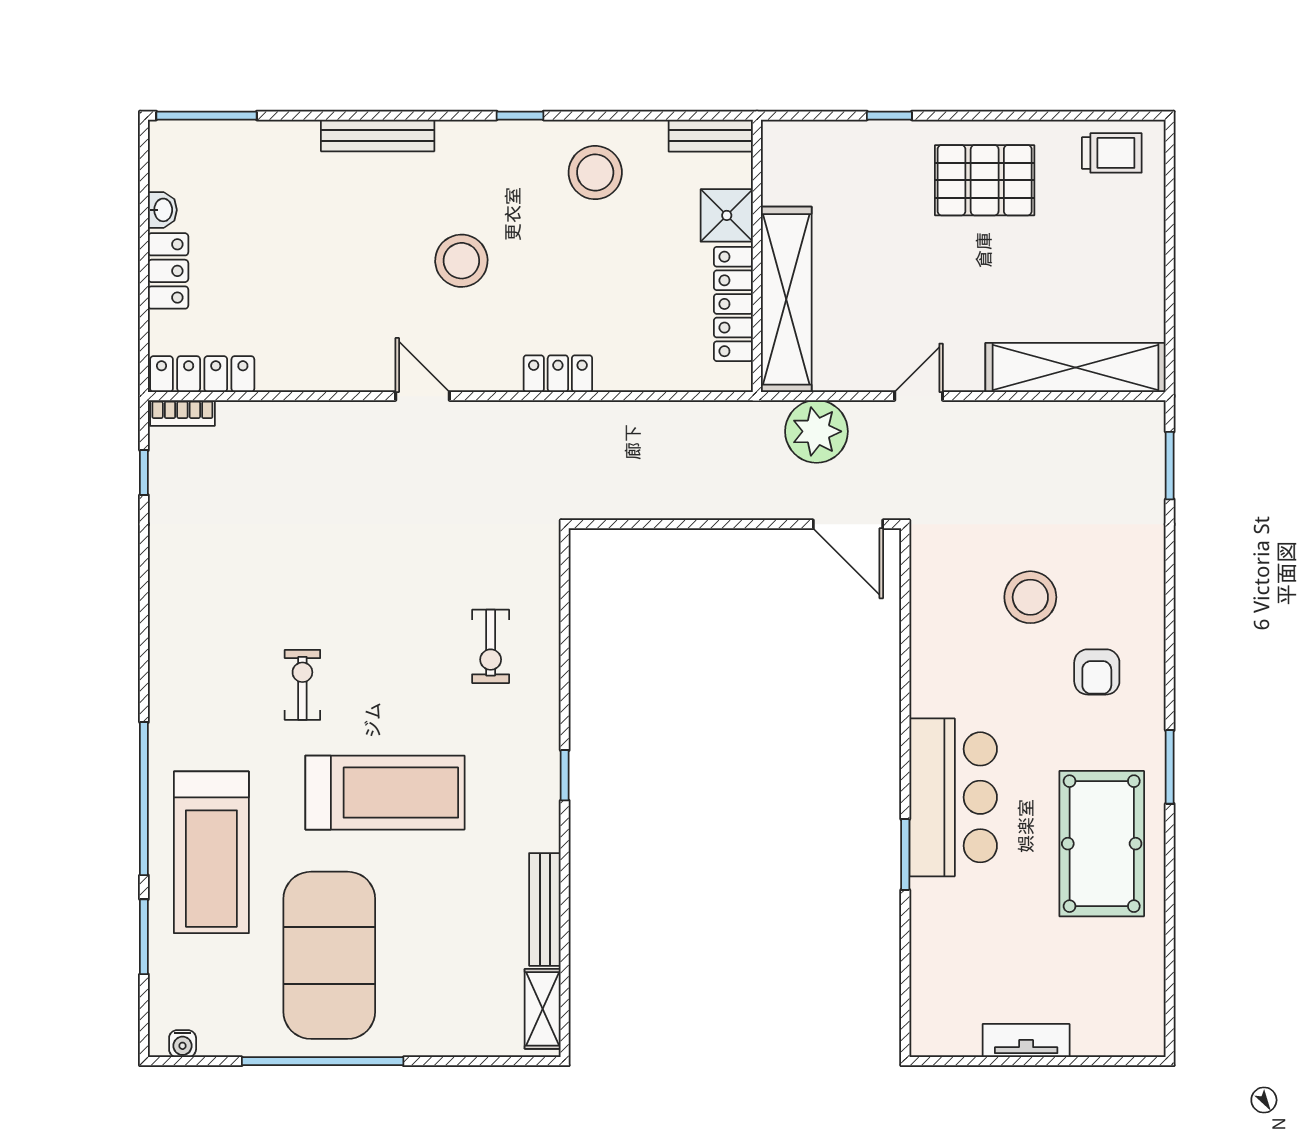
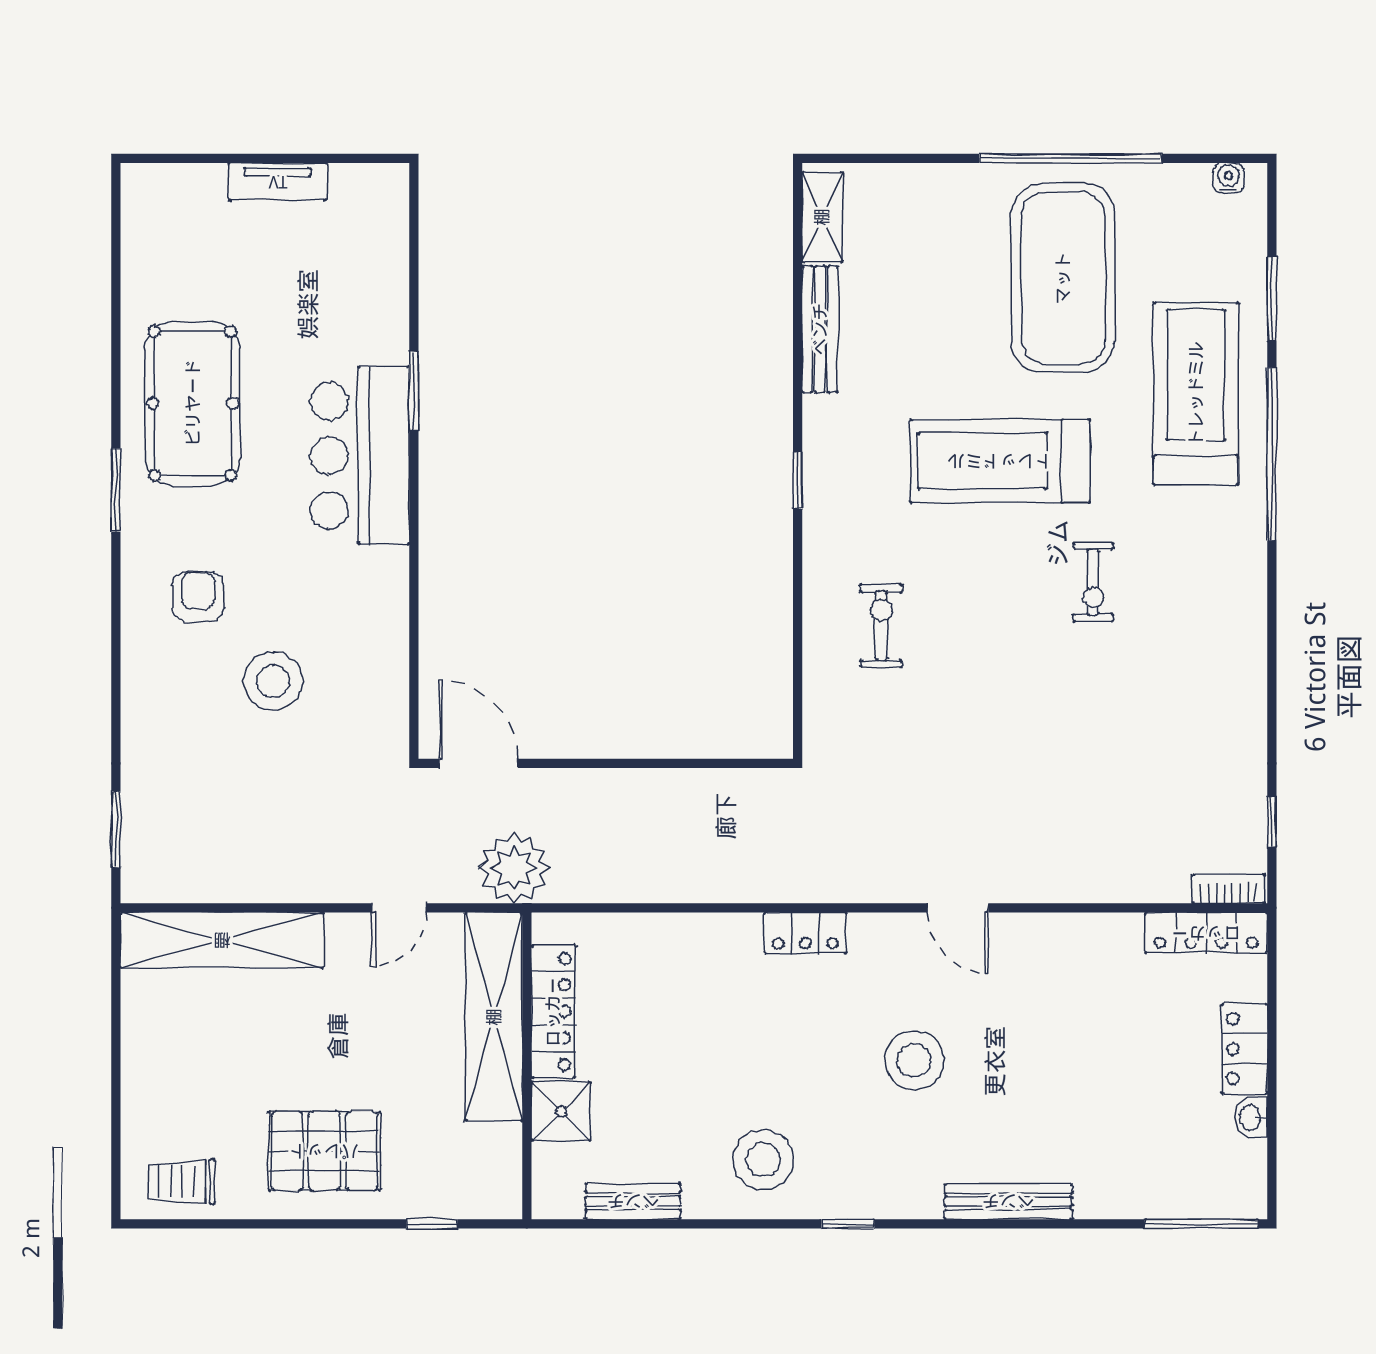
shower: (727, 215) -> (561, 1111), moved
wall: (757, 256) -> (527, 1066), moved
shelving: (786, 299) -> (494, 1017), moved
locker: (733, 304) -> (553, 1012), moved

